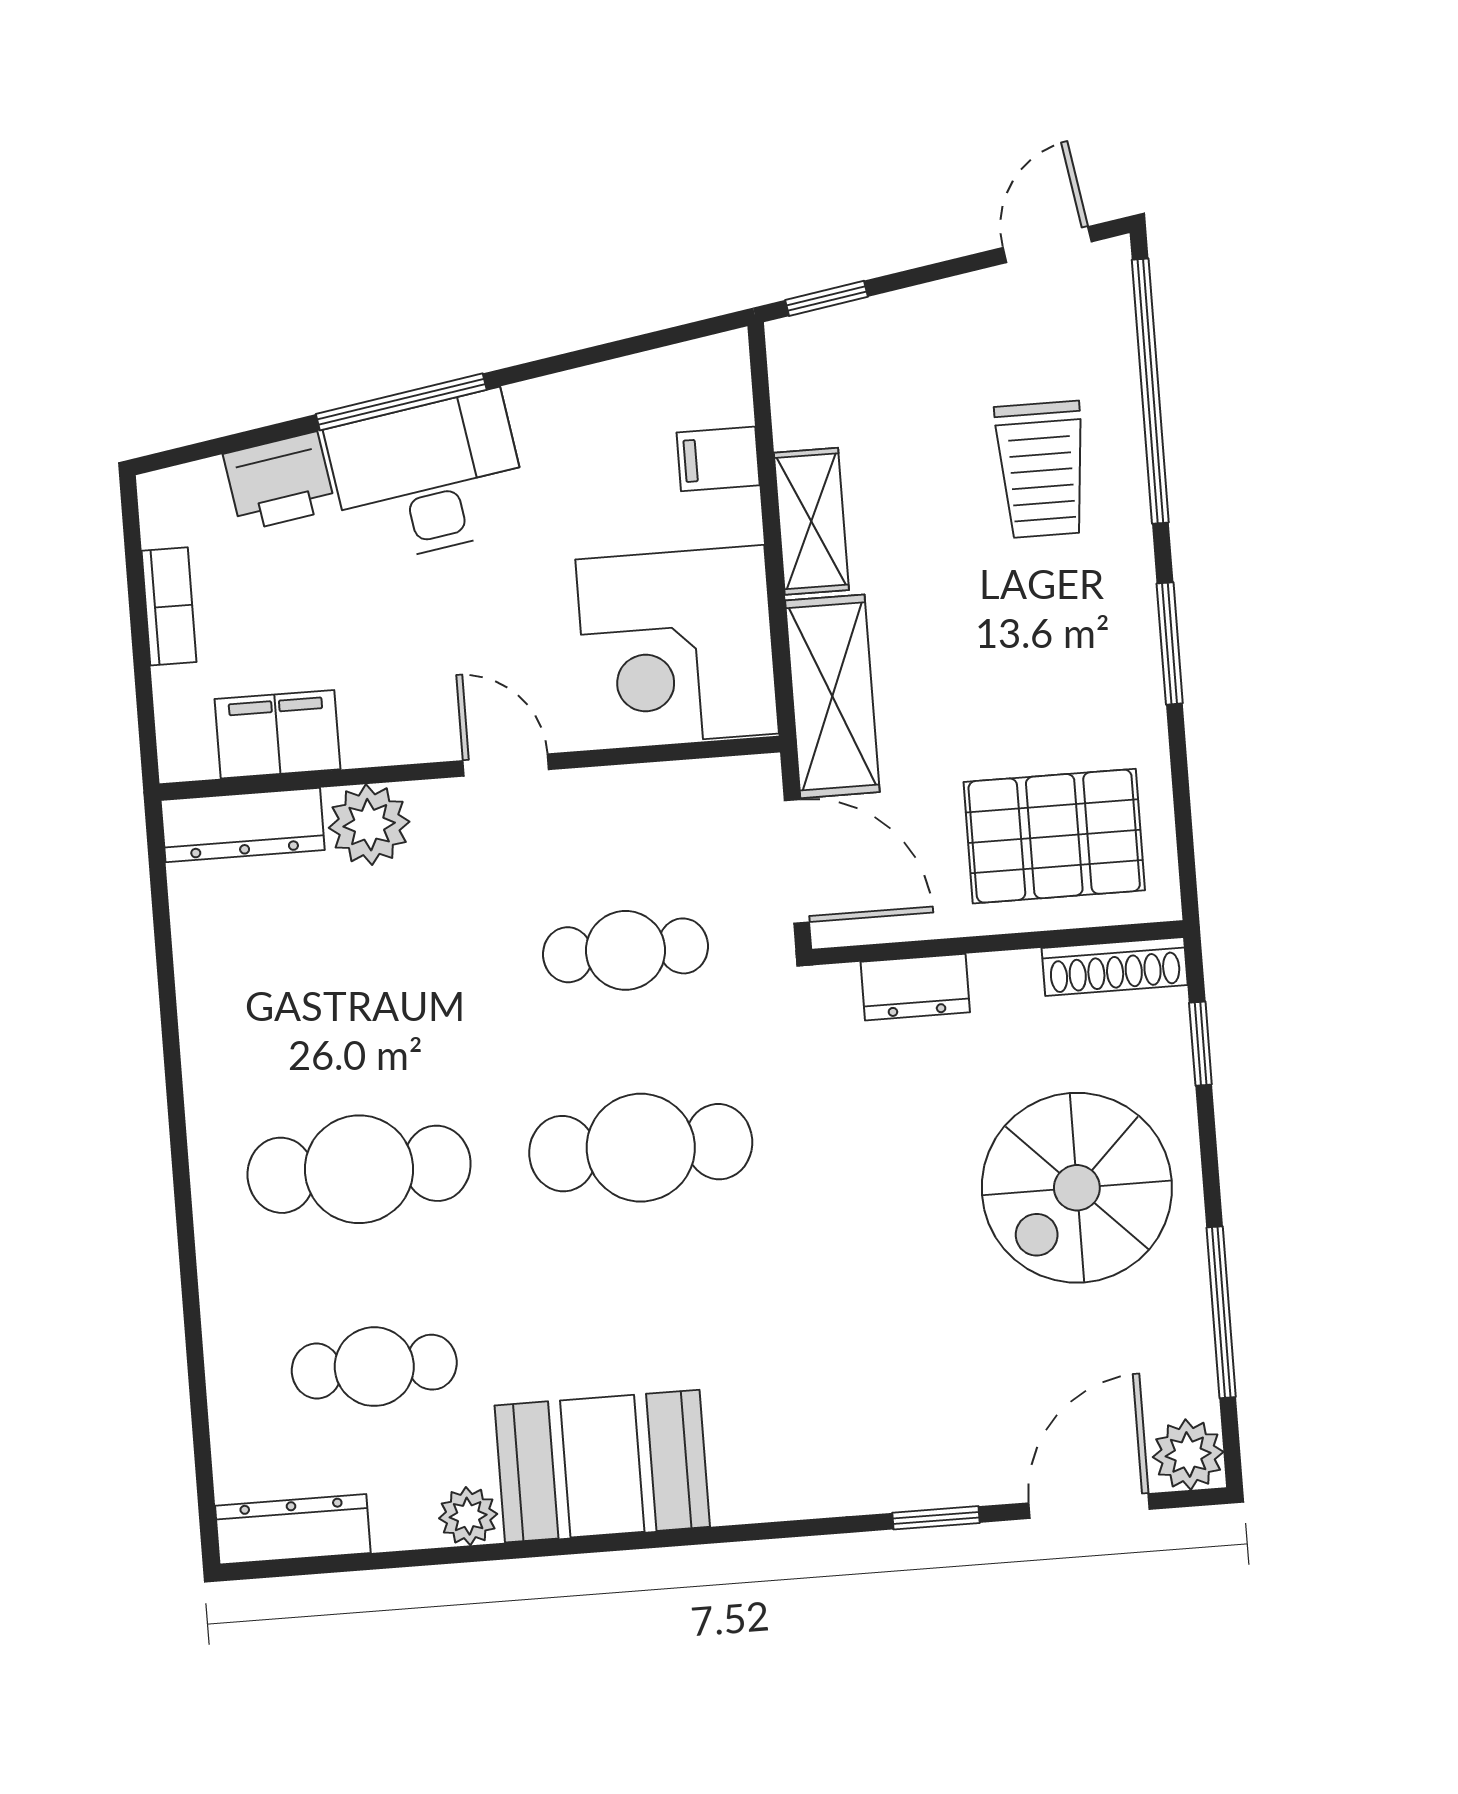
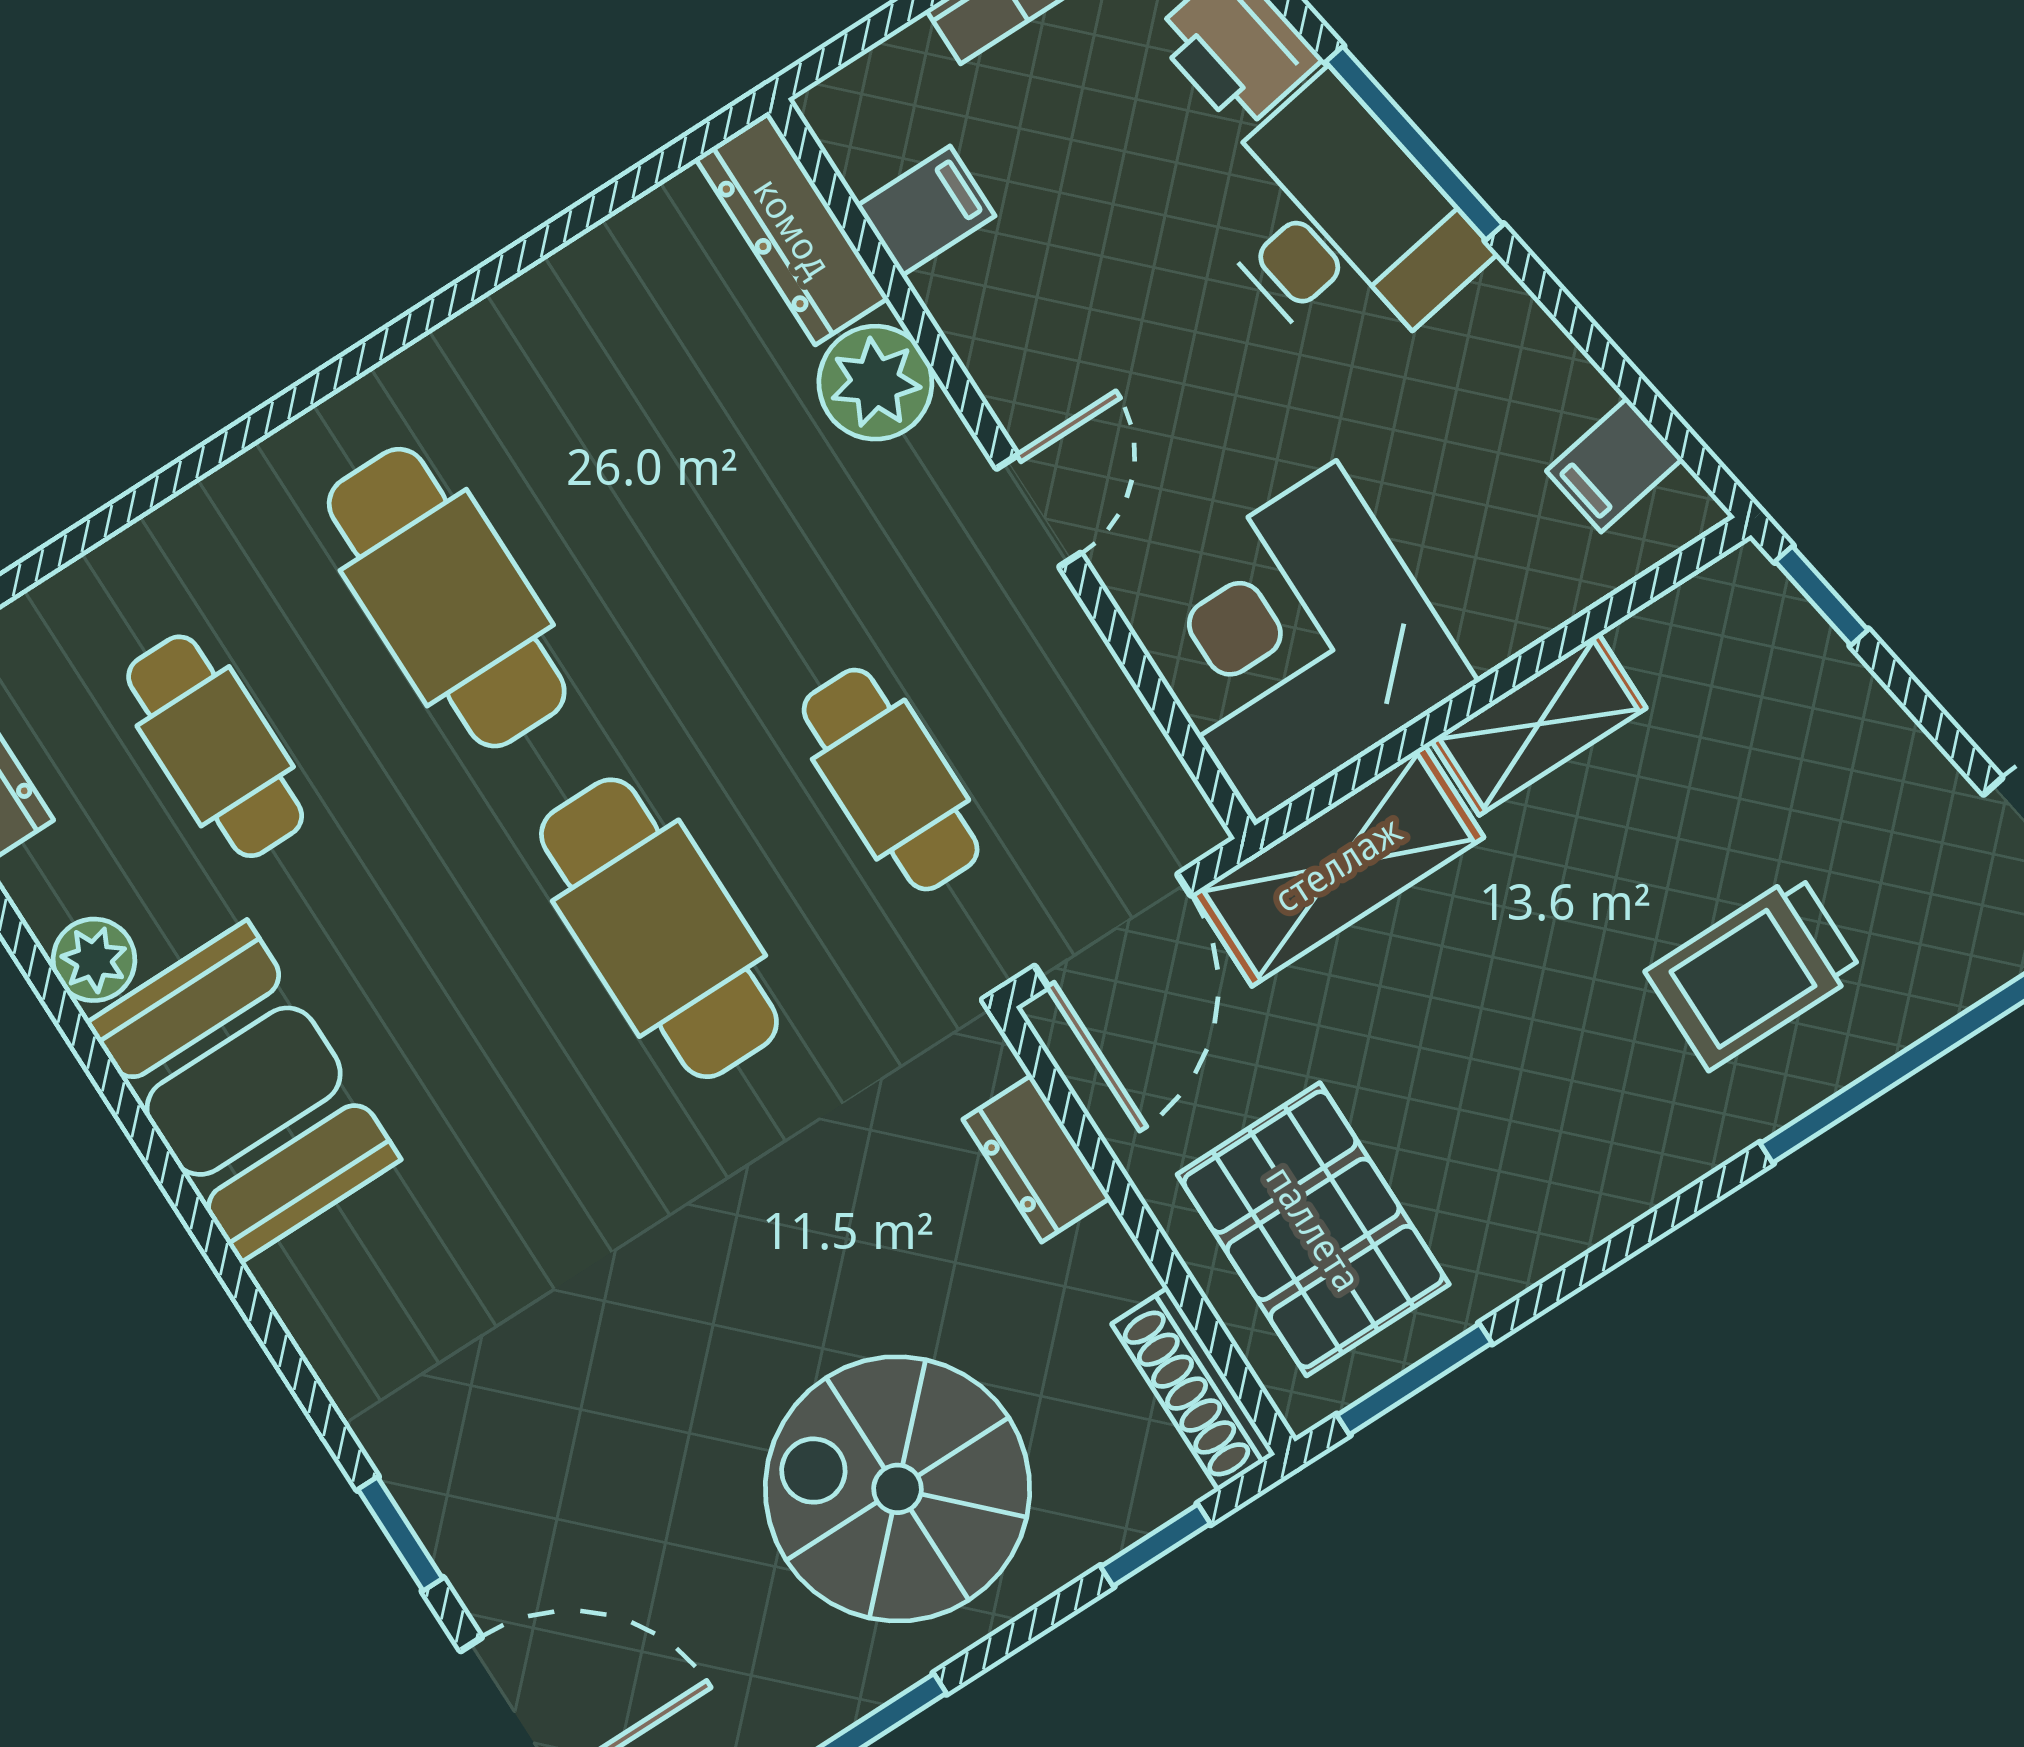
filing cabinet: (718, 459) -> (1614, 465), moved, turned -99
window: (1170, 643) -> (1414, 1379), moved
filing cabinet: (278, 734) -> (926, 211), width x0.50

